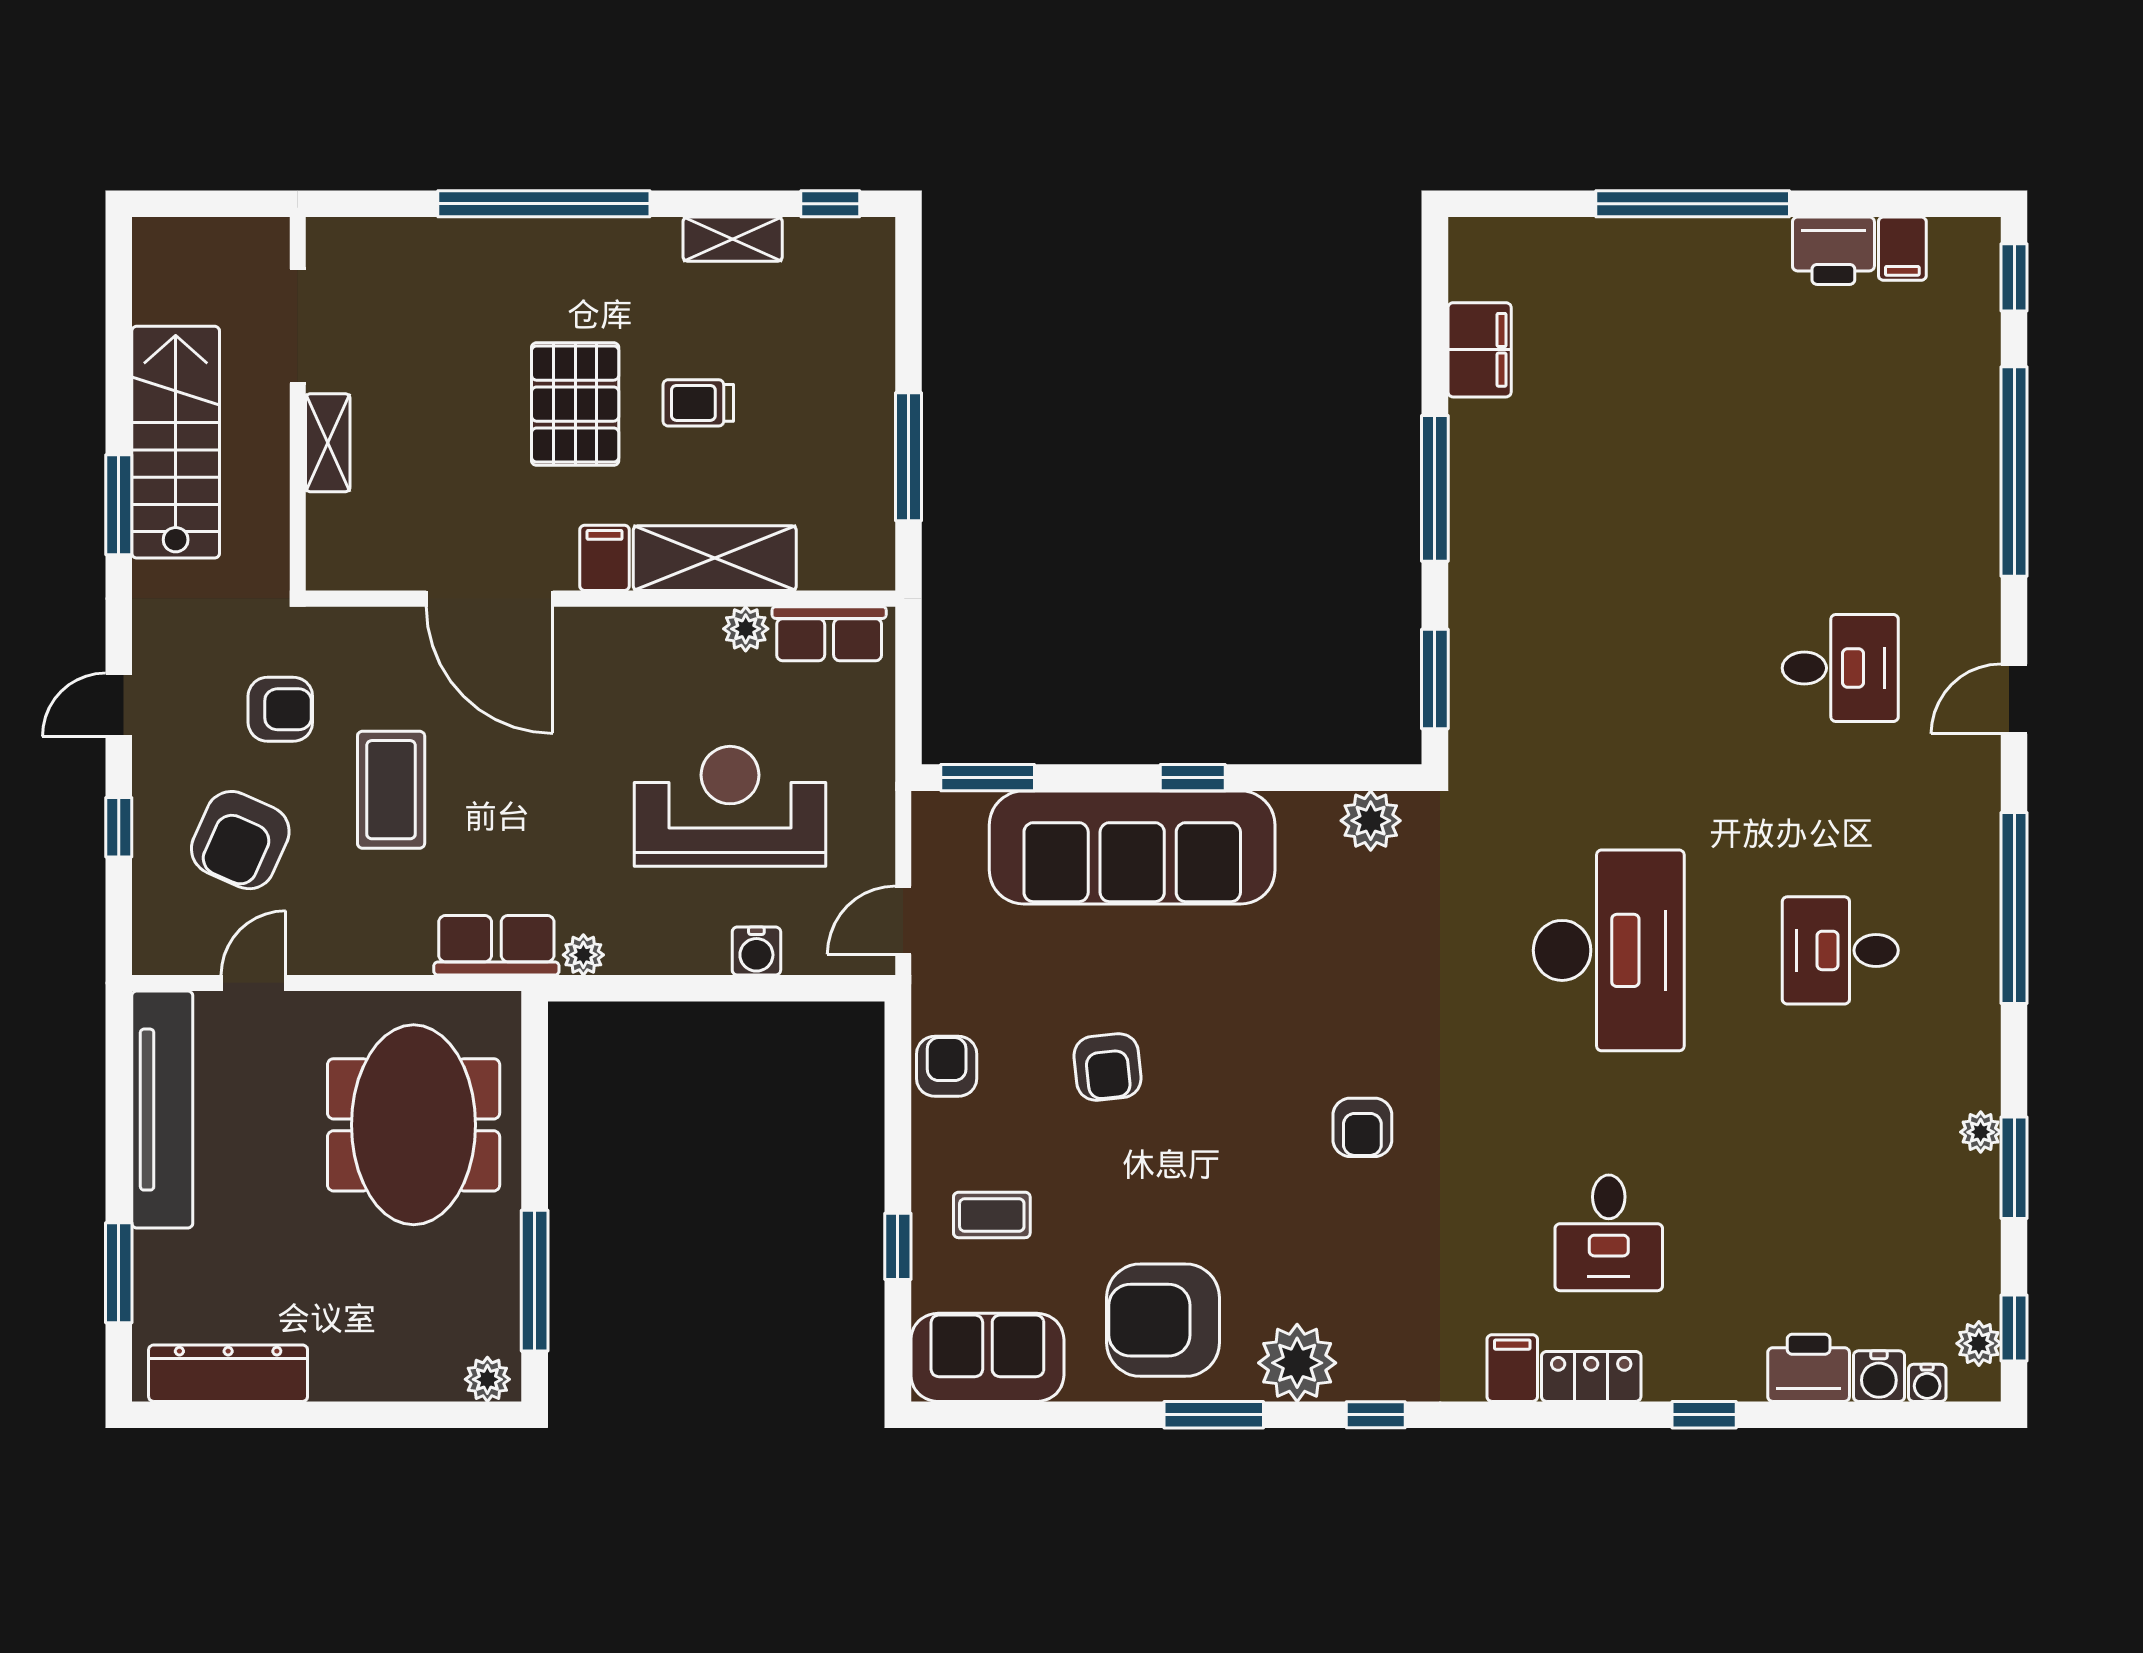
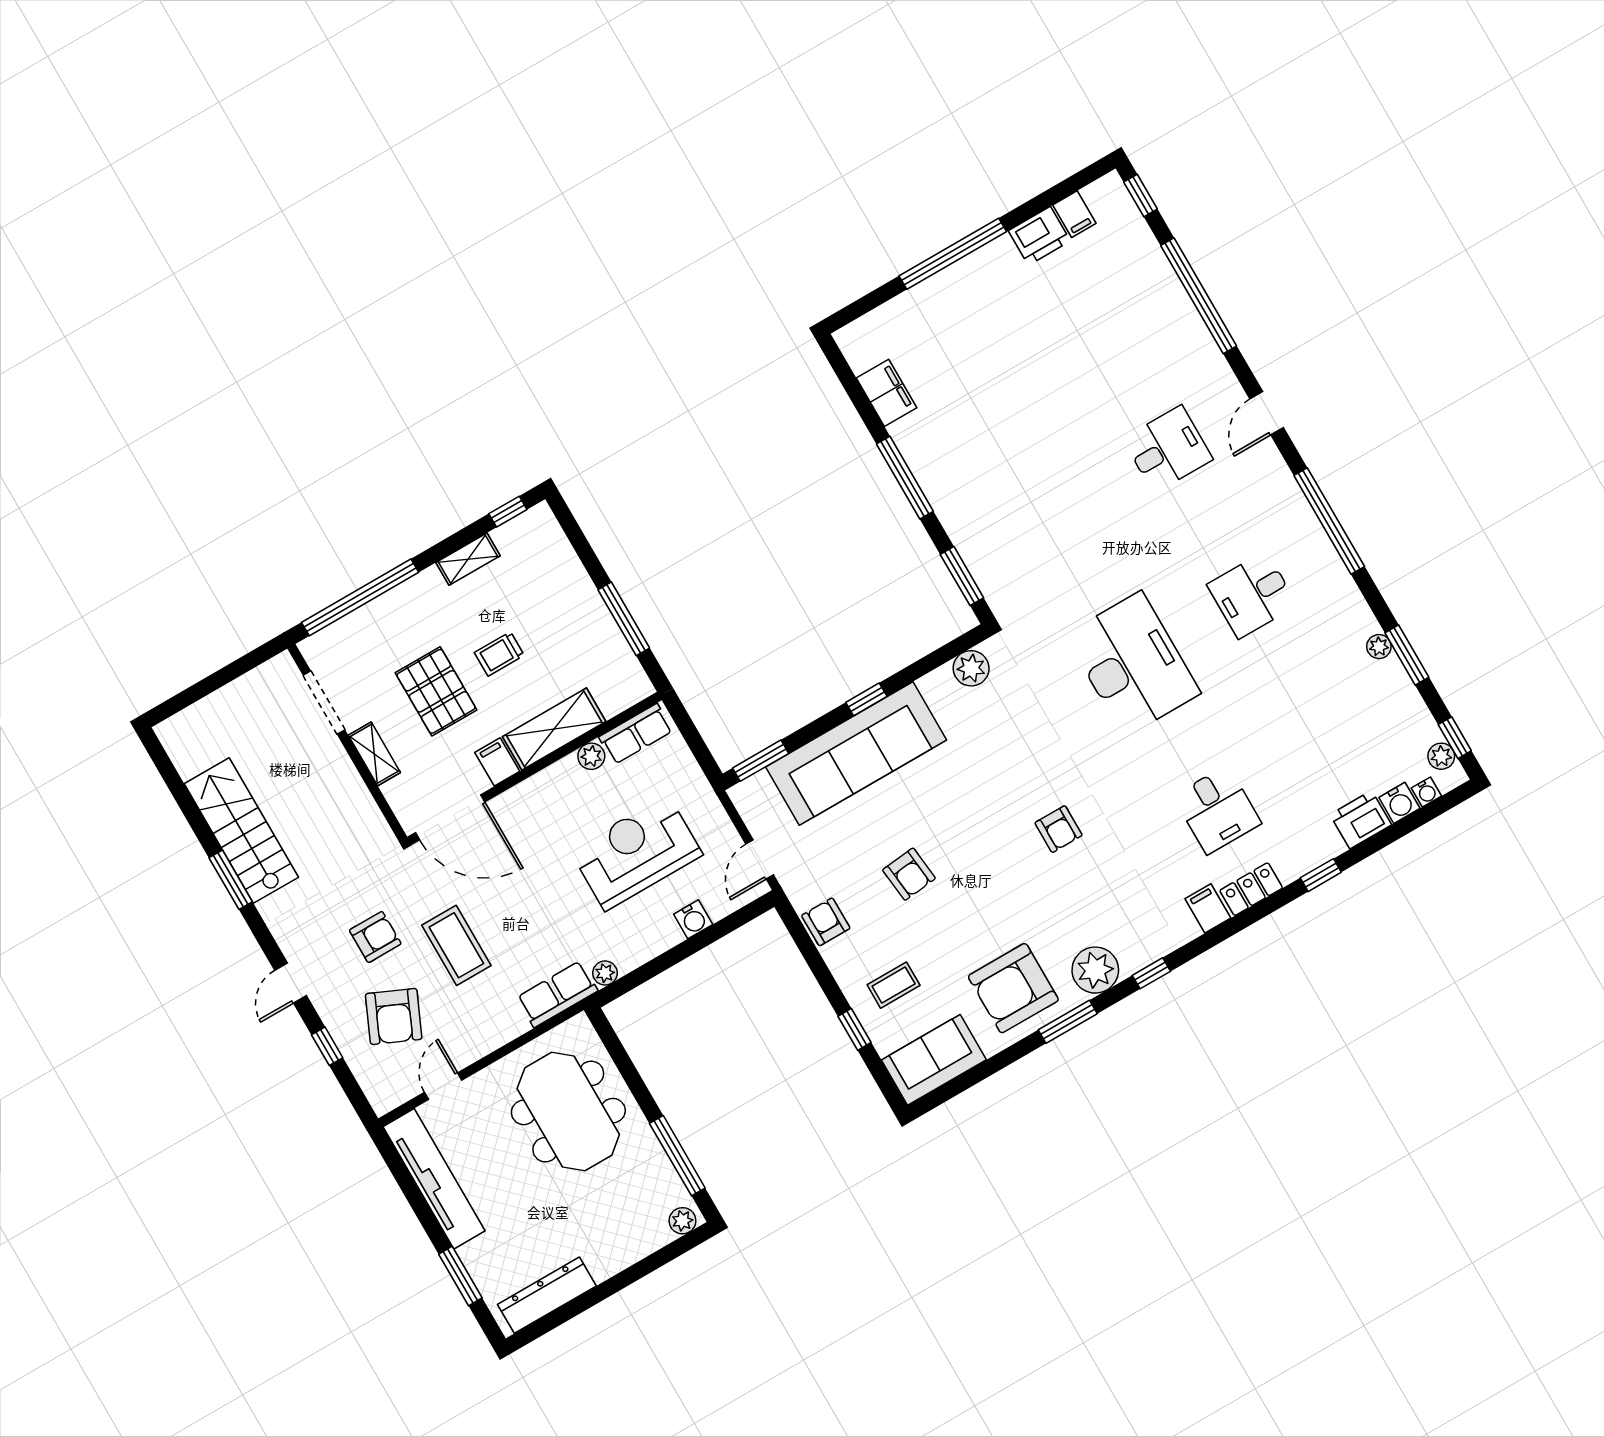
doorway: (298, 326) -> (324, 703), moved
wall: (298, 404) -> (347, 743), moved
shelving: (328, 443) -> (374, 754), moved

